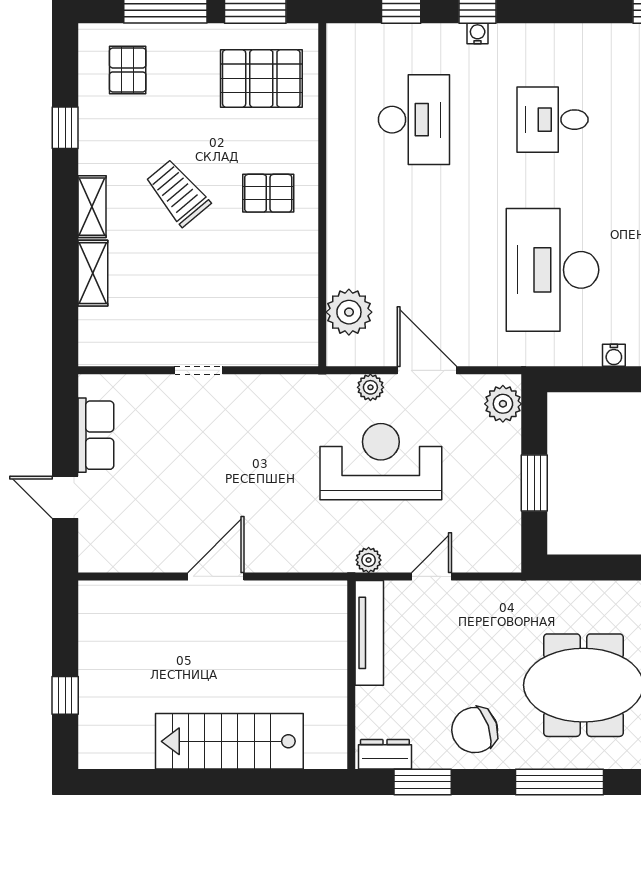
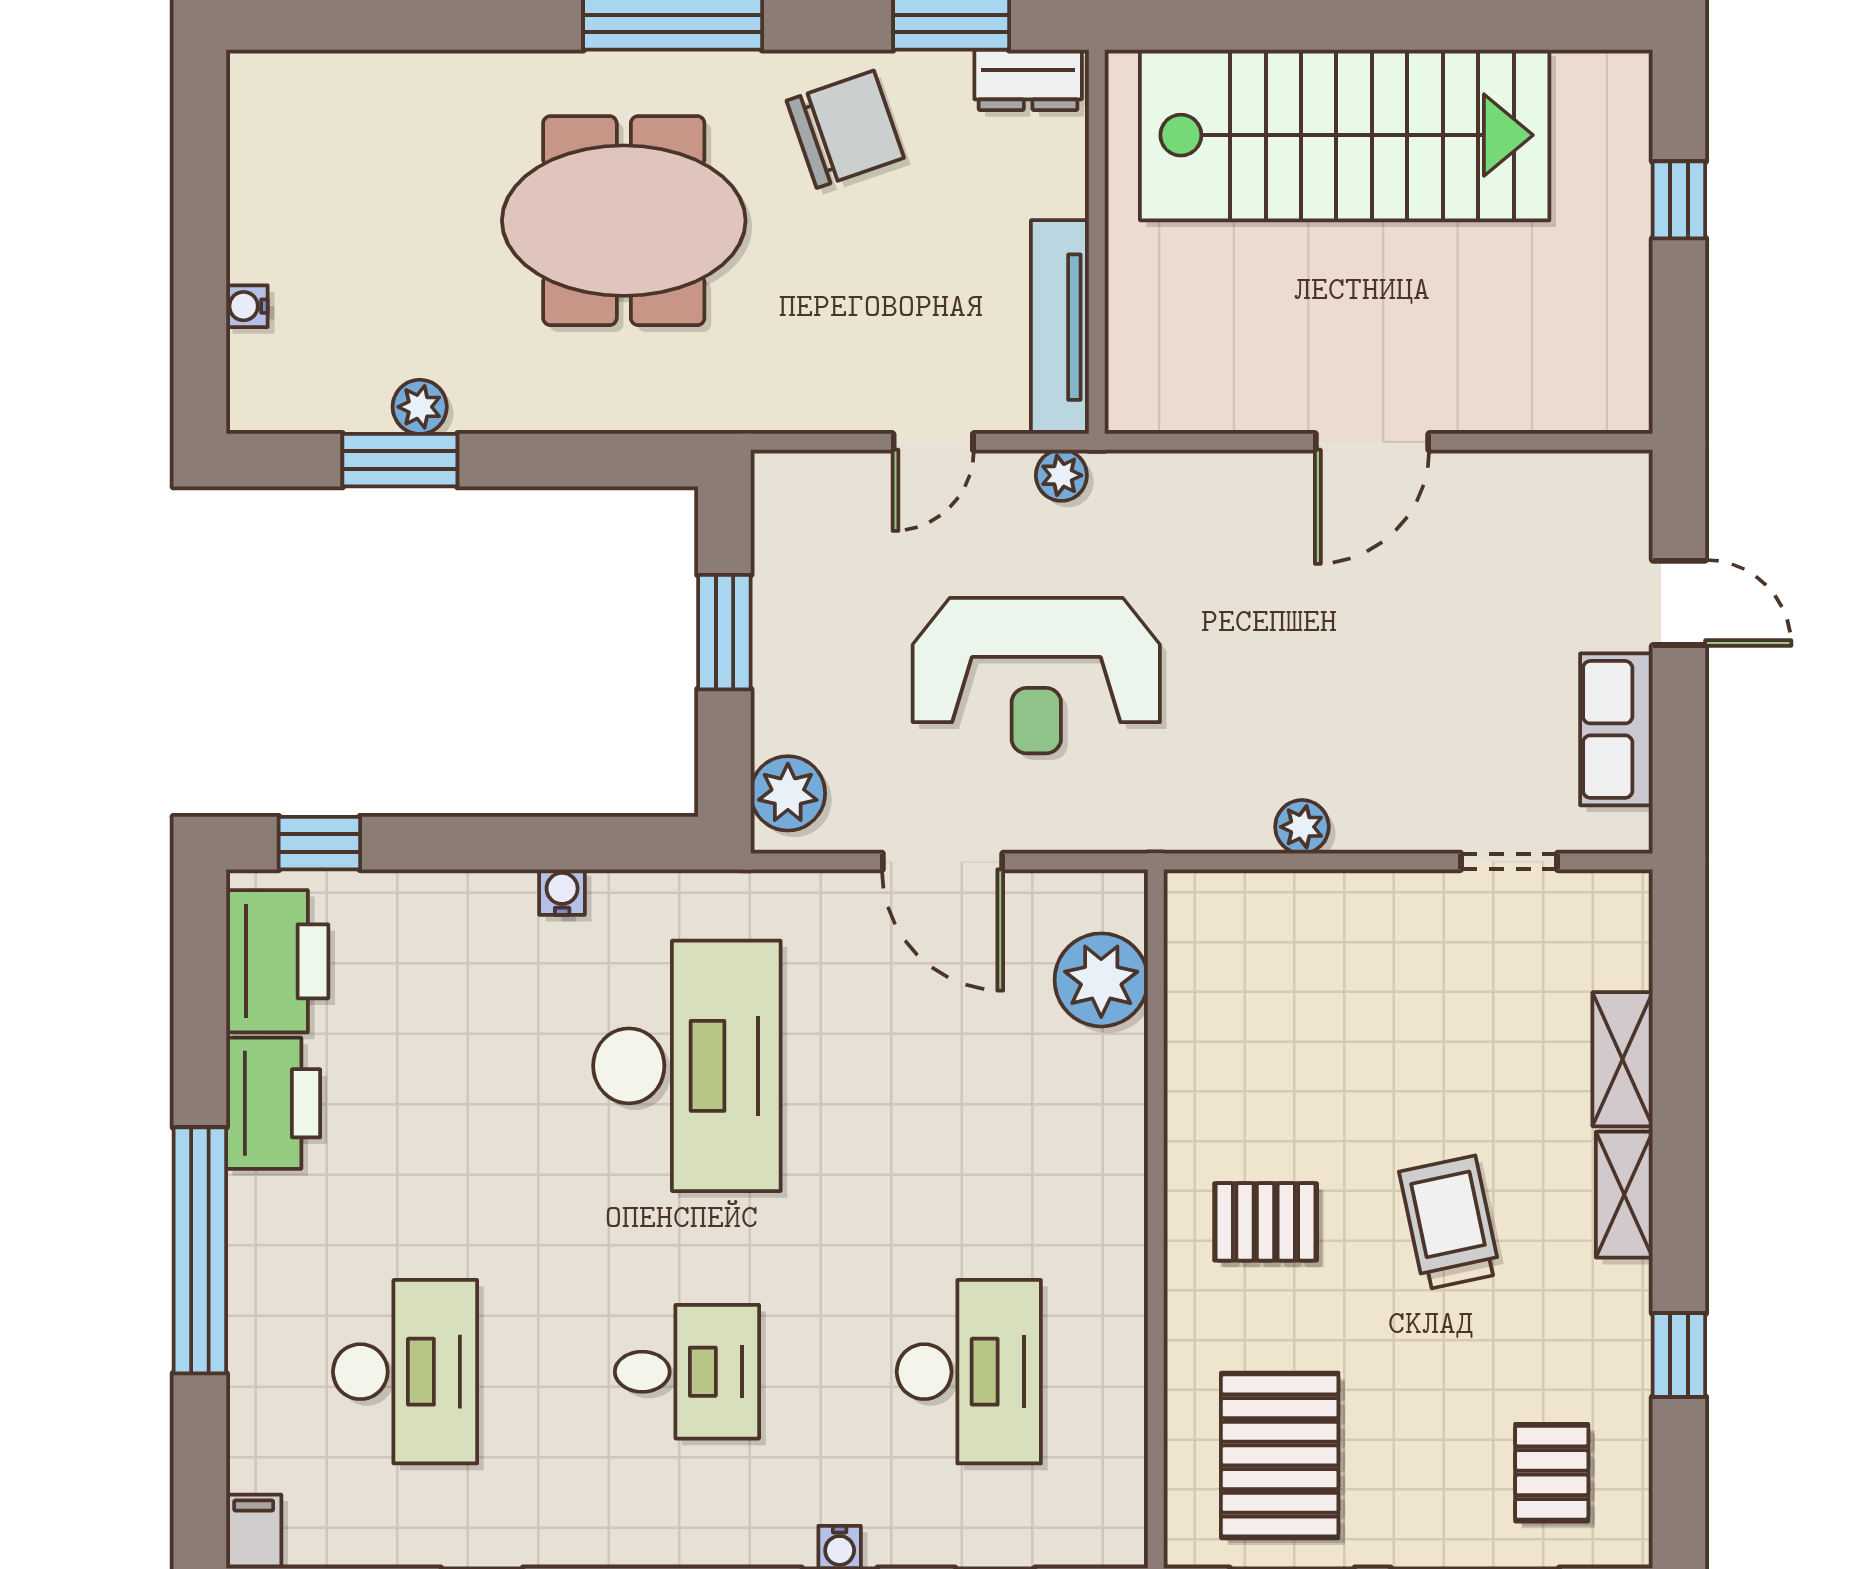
pallet: (261, 78) -> (1280, 1455), turned 90
desk: (414, 120) -> (969, 1372), turned 180
trolley: (178, 193) -> (1450, 1223), turned -152
doorway: (199, 370) -> (1509, 861), moved
plant: (370, 387) -> (1302, 827), moved
stairs: (229, 741) -> (1345, 135), width x1.36, depth x1.51

